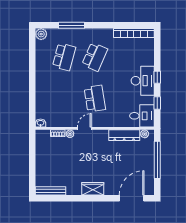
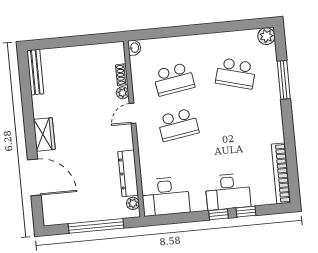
school desk: (95, 57) -> (174, 79), moved, turned -33
desk: (143, 81) -> (228, 192), moved
window: (157, 103) -> (246, 212), moved
desk: (142, 116) -> (165, 196), width x1.37
door: (84, 128) -> (133, 113), swing flipped
door: (132, 198) -> (34, 177), moved

